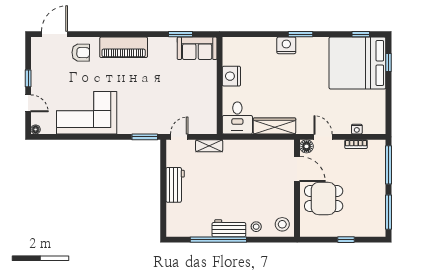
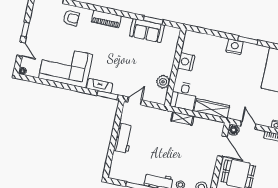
piano: (124, 47) -> (106, 19), width x0.73, depth x0.75
sofa: (197, 48) -> (147, 31), moved
plant: (209, 106) -> (163, 82), added
fireplace: (133, 128) -> (100, 86), added
shelving: (209, 146) -> (182, 118), moved

